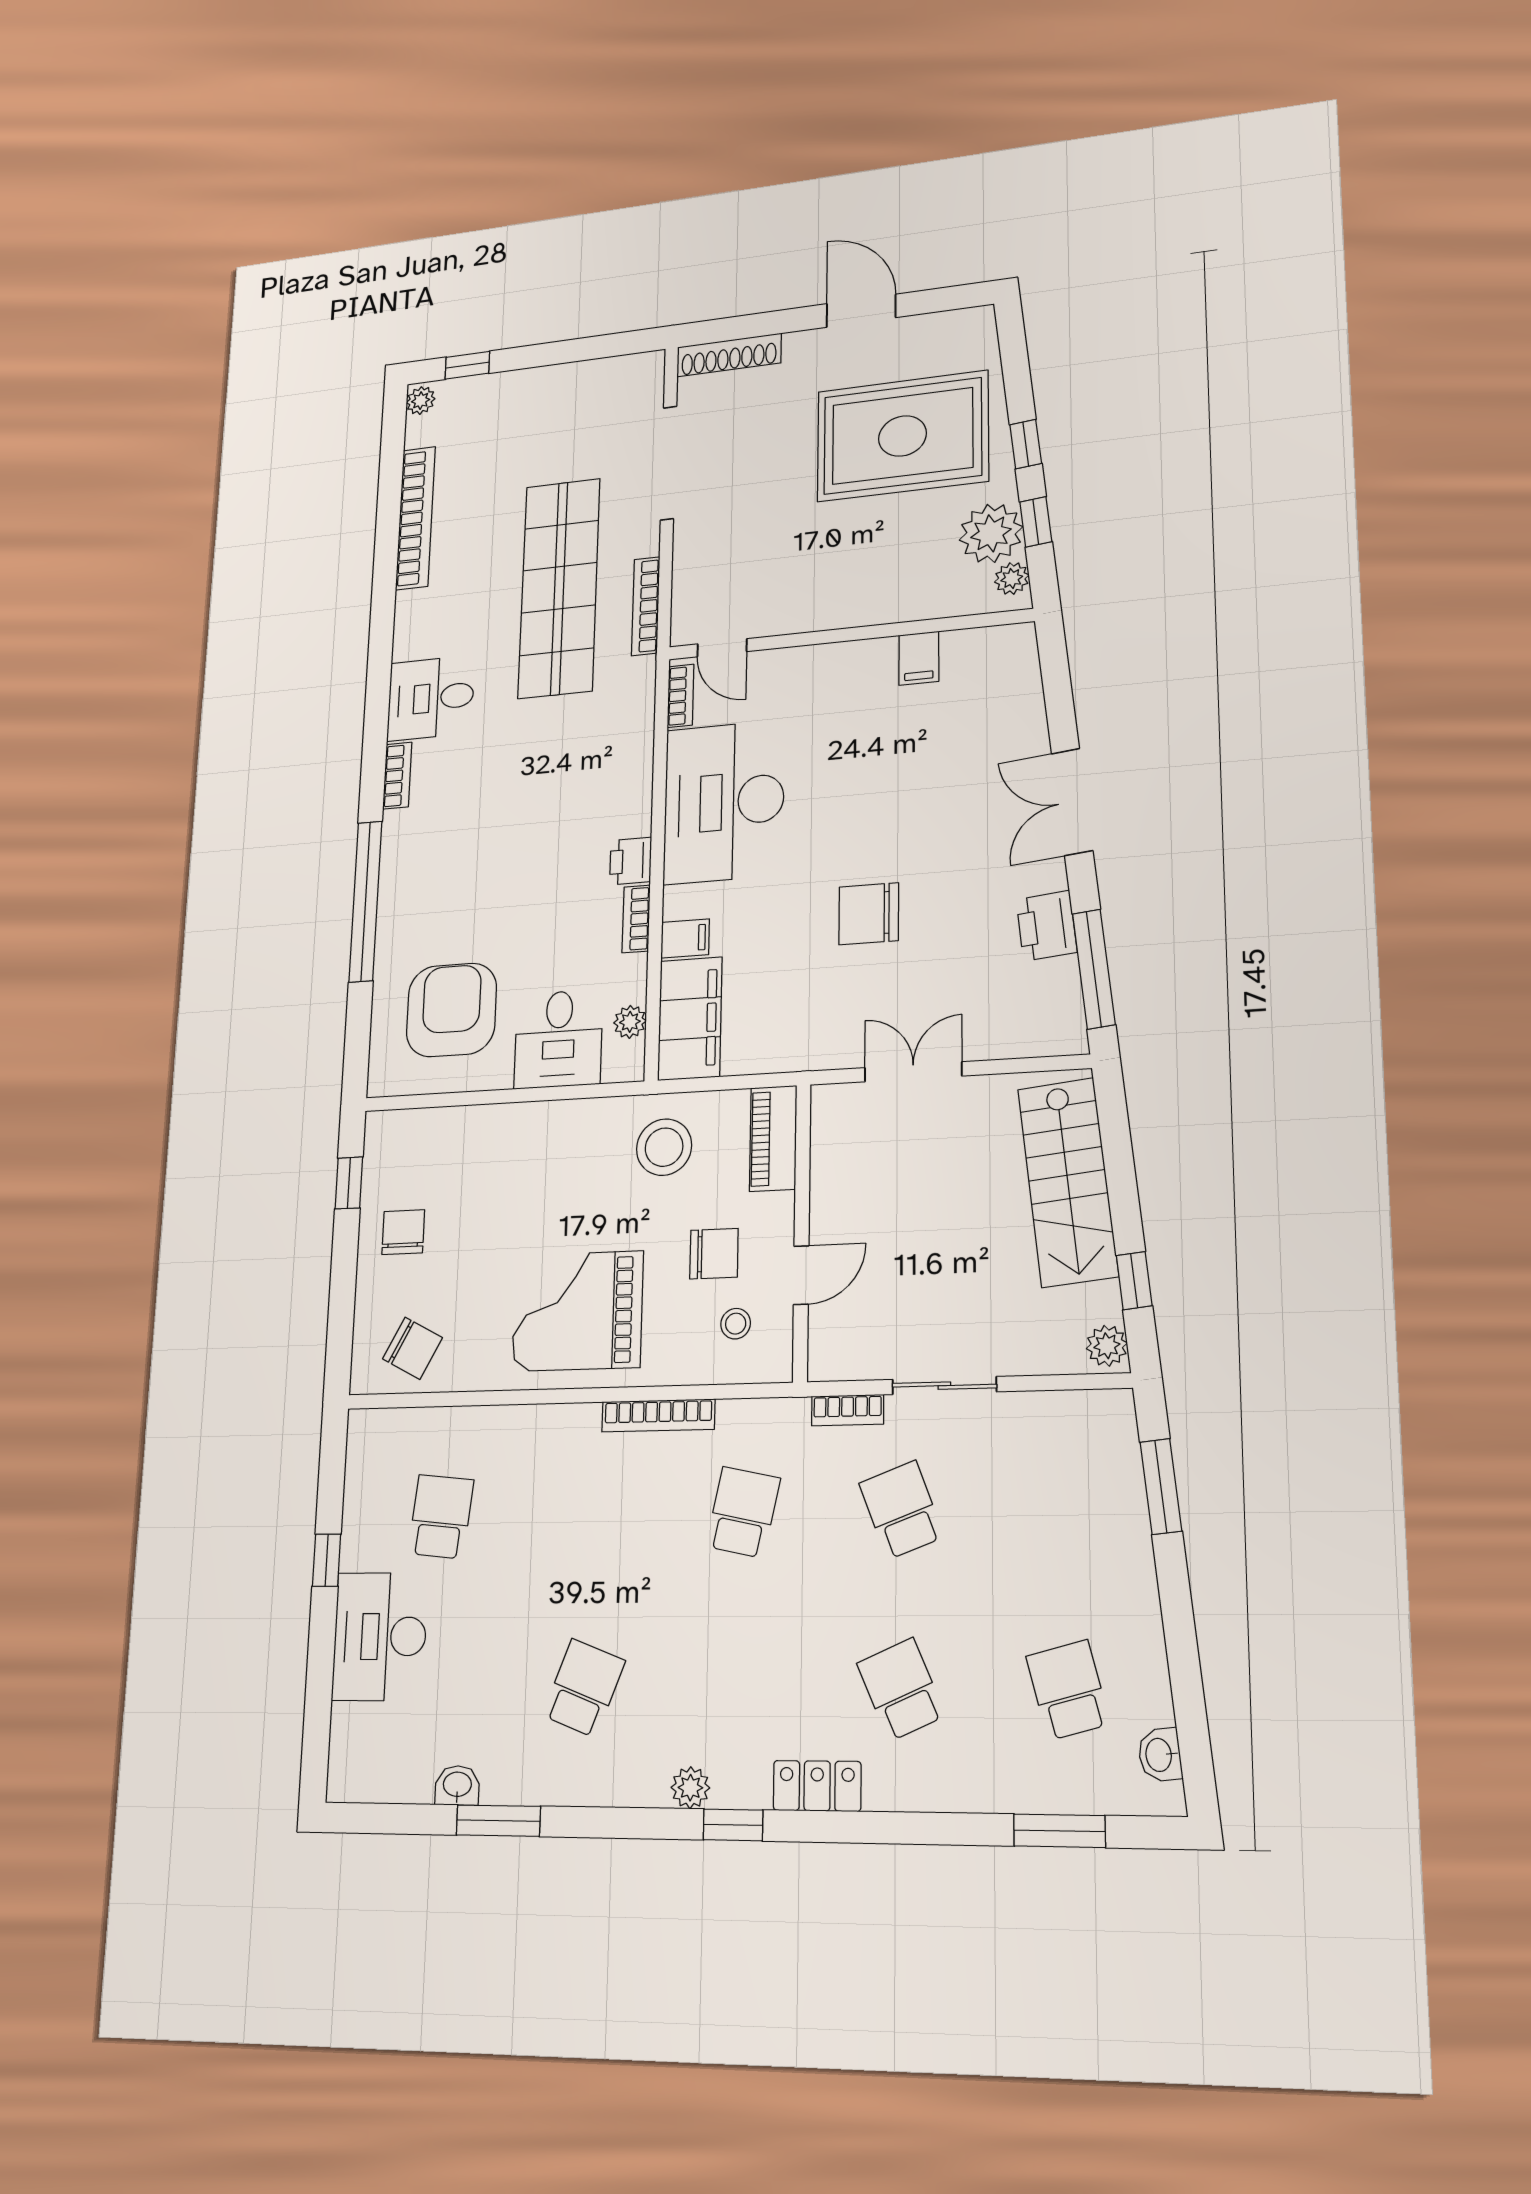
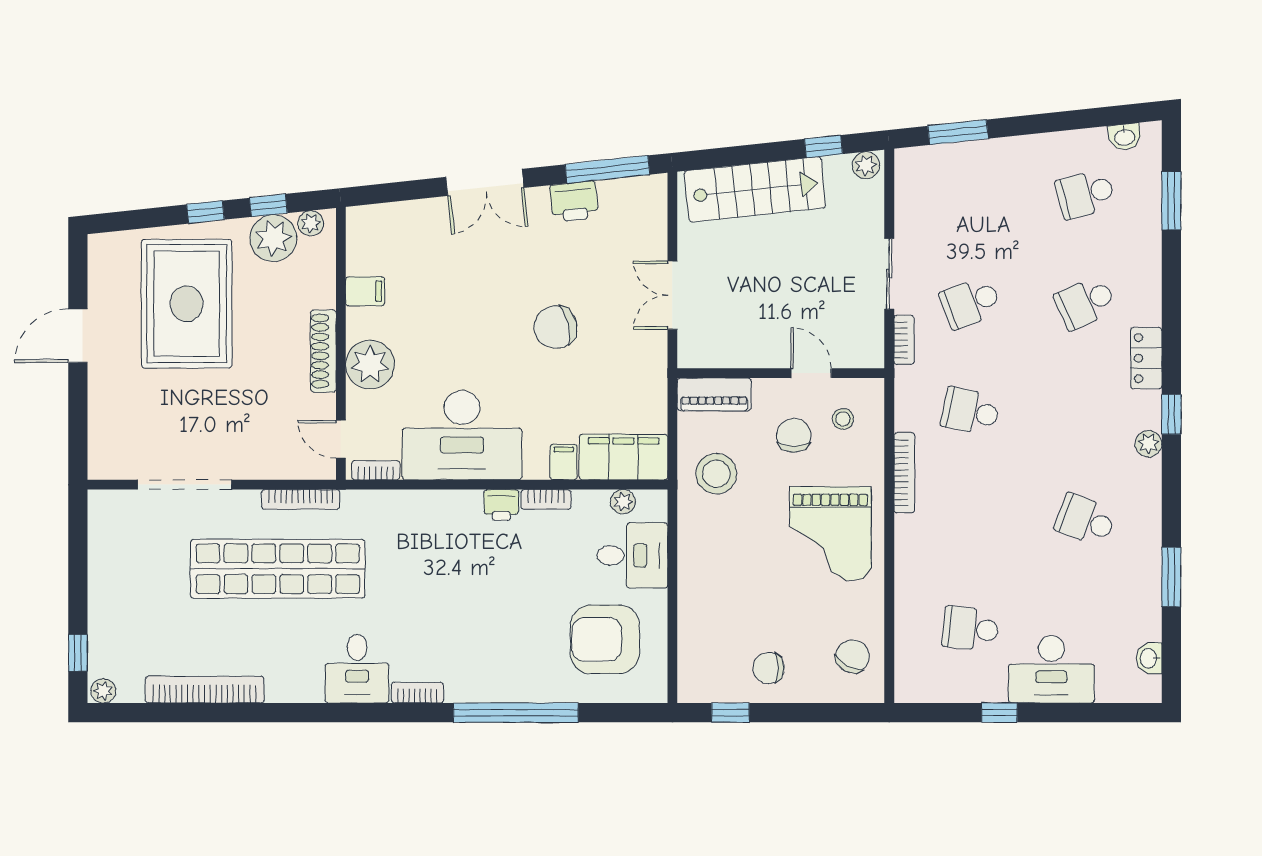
shoe rack: (729, 355) -> (323, 351), moved, turned 180
door: (722, 648) -> (341, 439), swing flipped
plant: (820, 675) -> (370, 364), added
chair: (869, 914) -> (555, 327), turned 76
washbasin: (457, 1785) -> (1149, 658), moved

